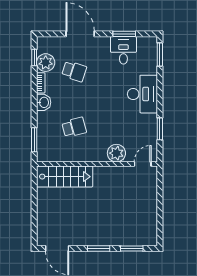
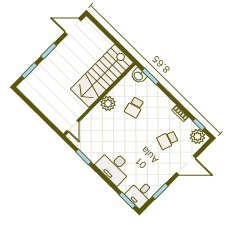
desk: (123, 50) -> (140, 194), moved, turned 90
plant: (46, 63) -> (197, 136), moved
washbasin: (44, 102) -> (139, 76), moved
plant: (116, 153) -> (108, 103), moved
stairs: (65, 177) -> (102, 76), width x1.36, depth x1.51

